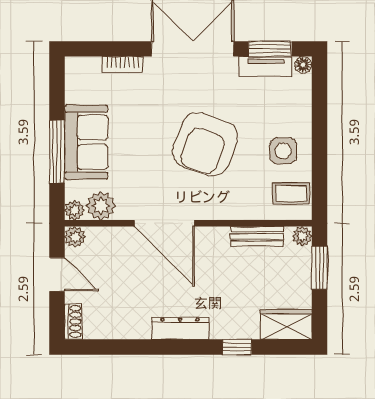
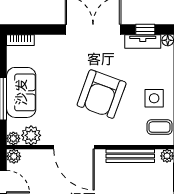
window: (270, 49) -> (145, 29), width x0.67
bookcase: (123, 65) -> (20, 40), moved
bench: (257, 236) -> (130, 156), width x1.36

